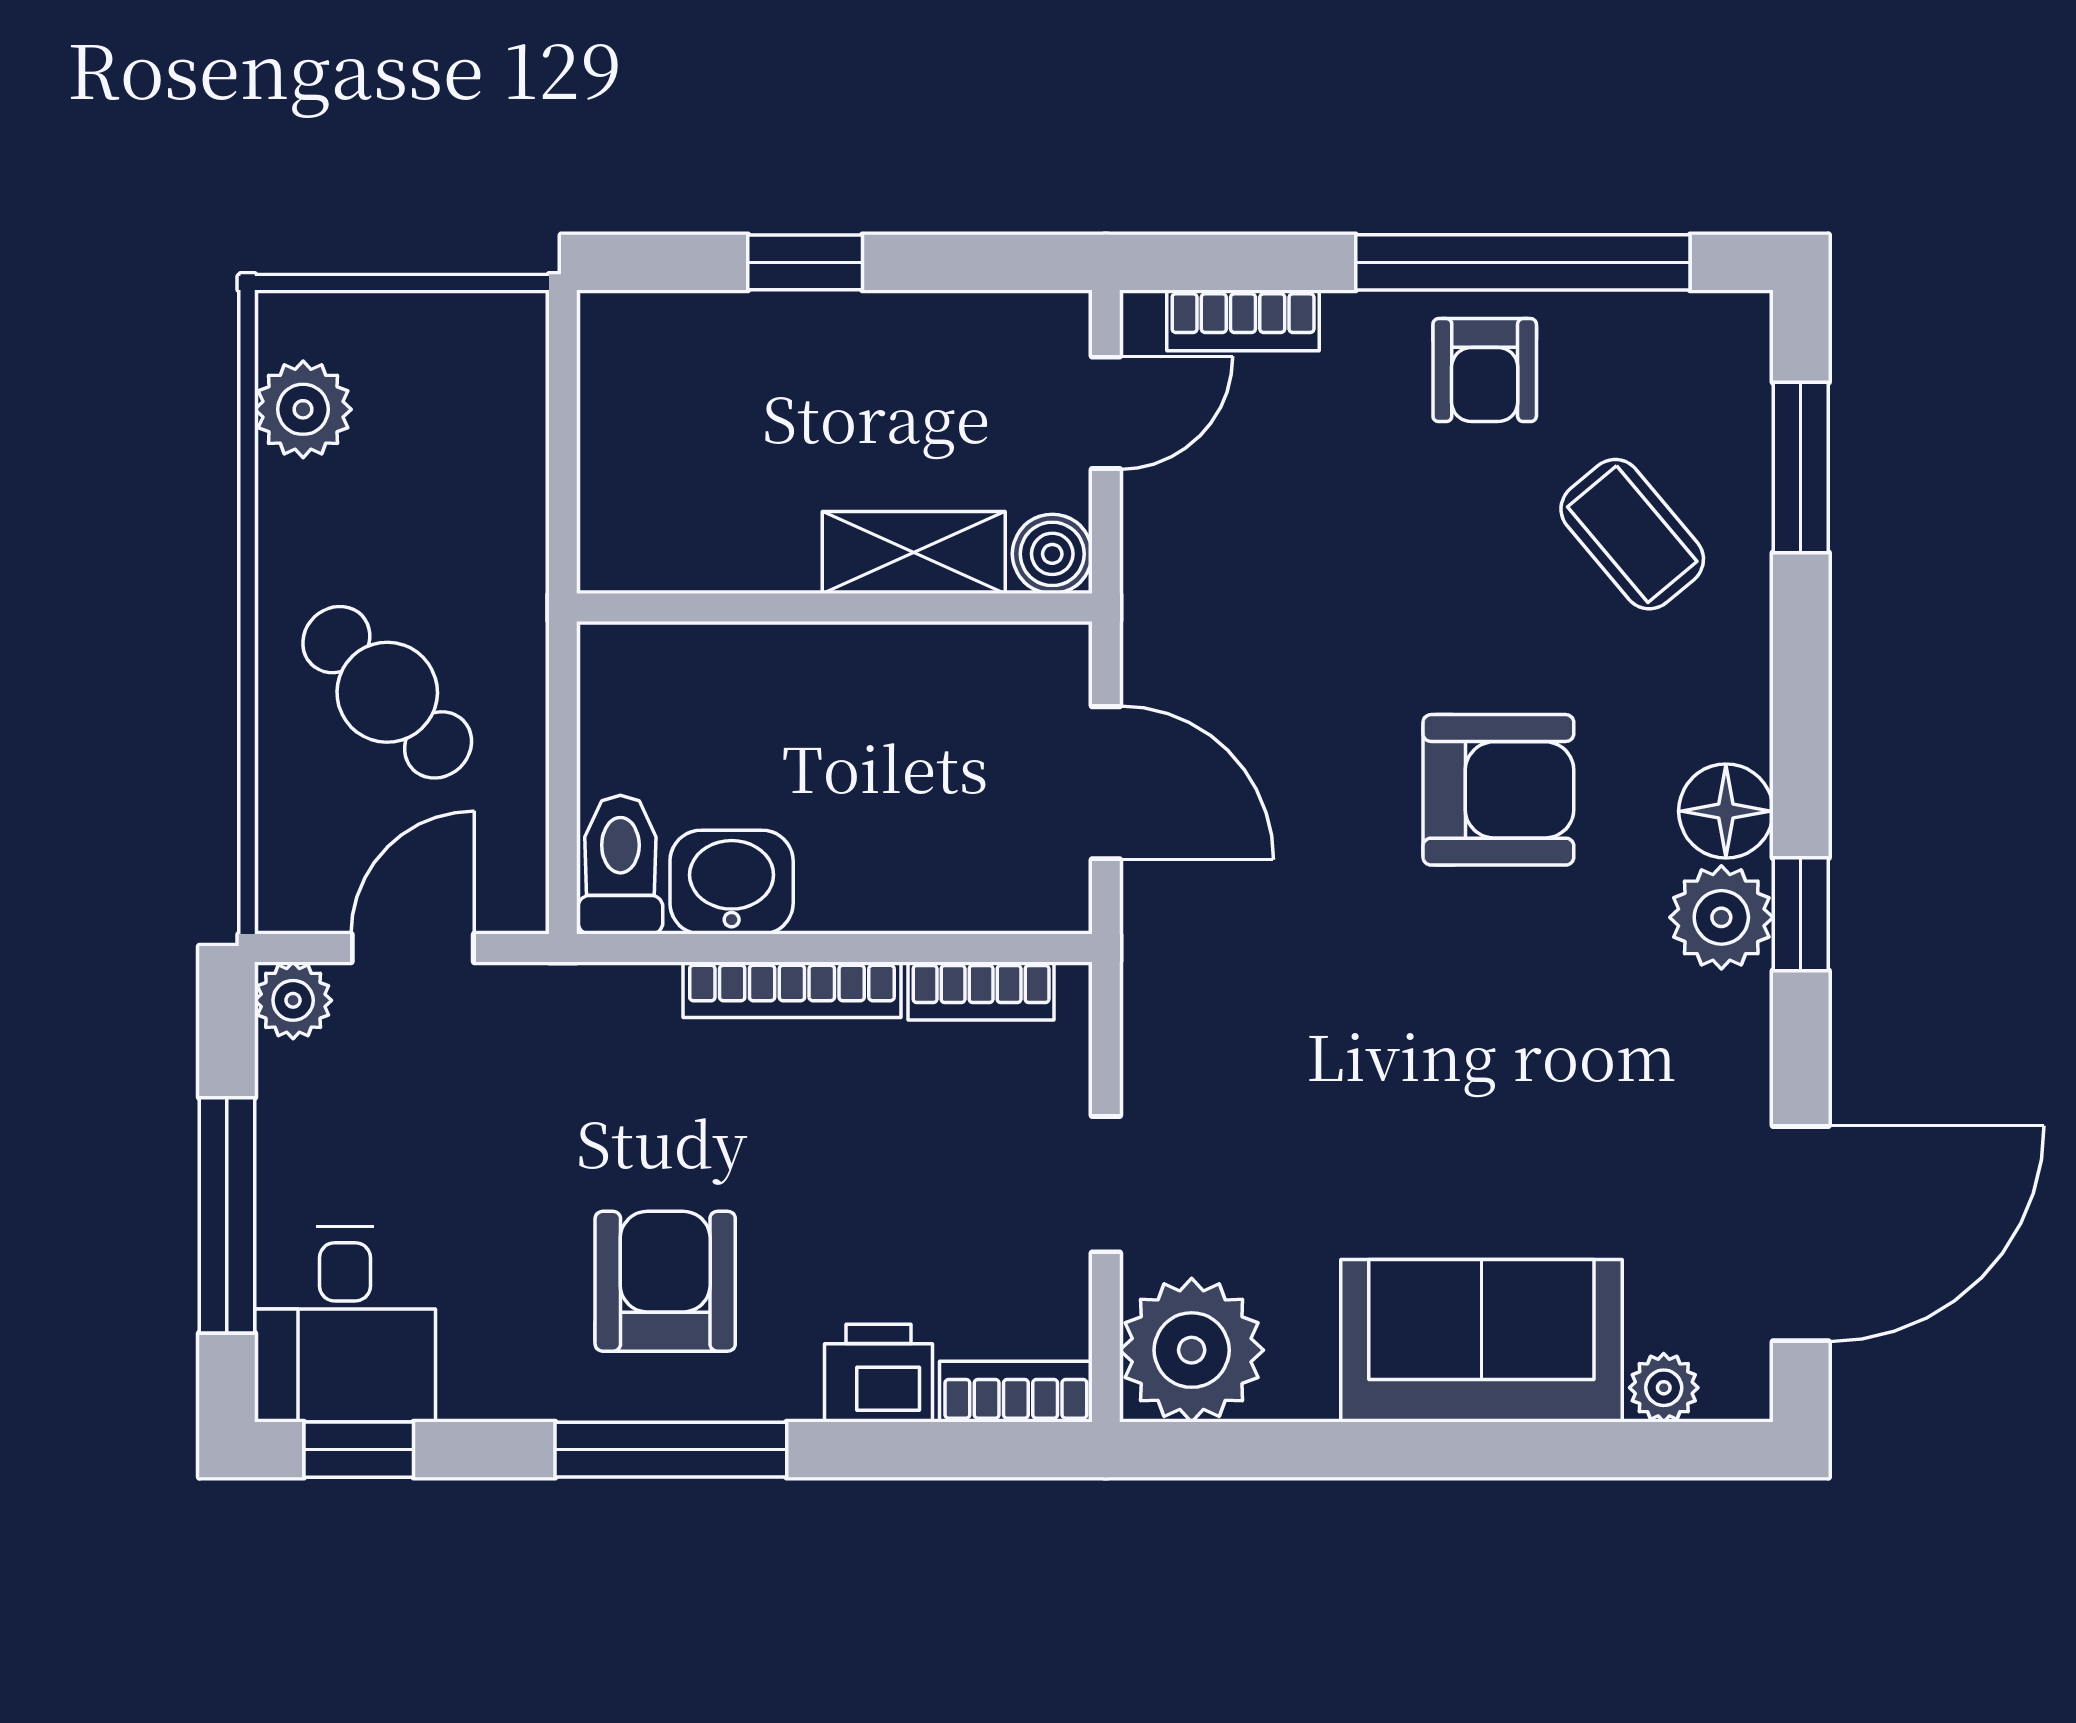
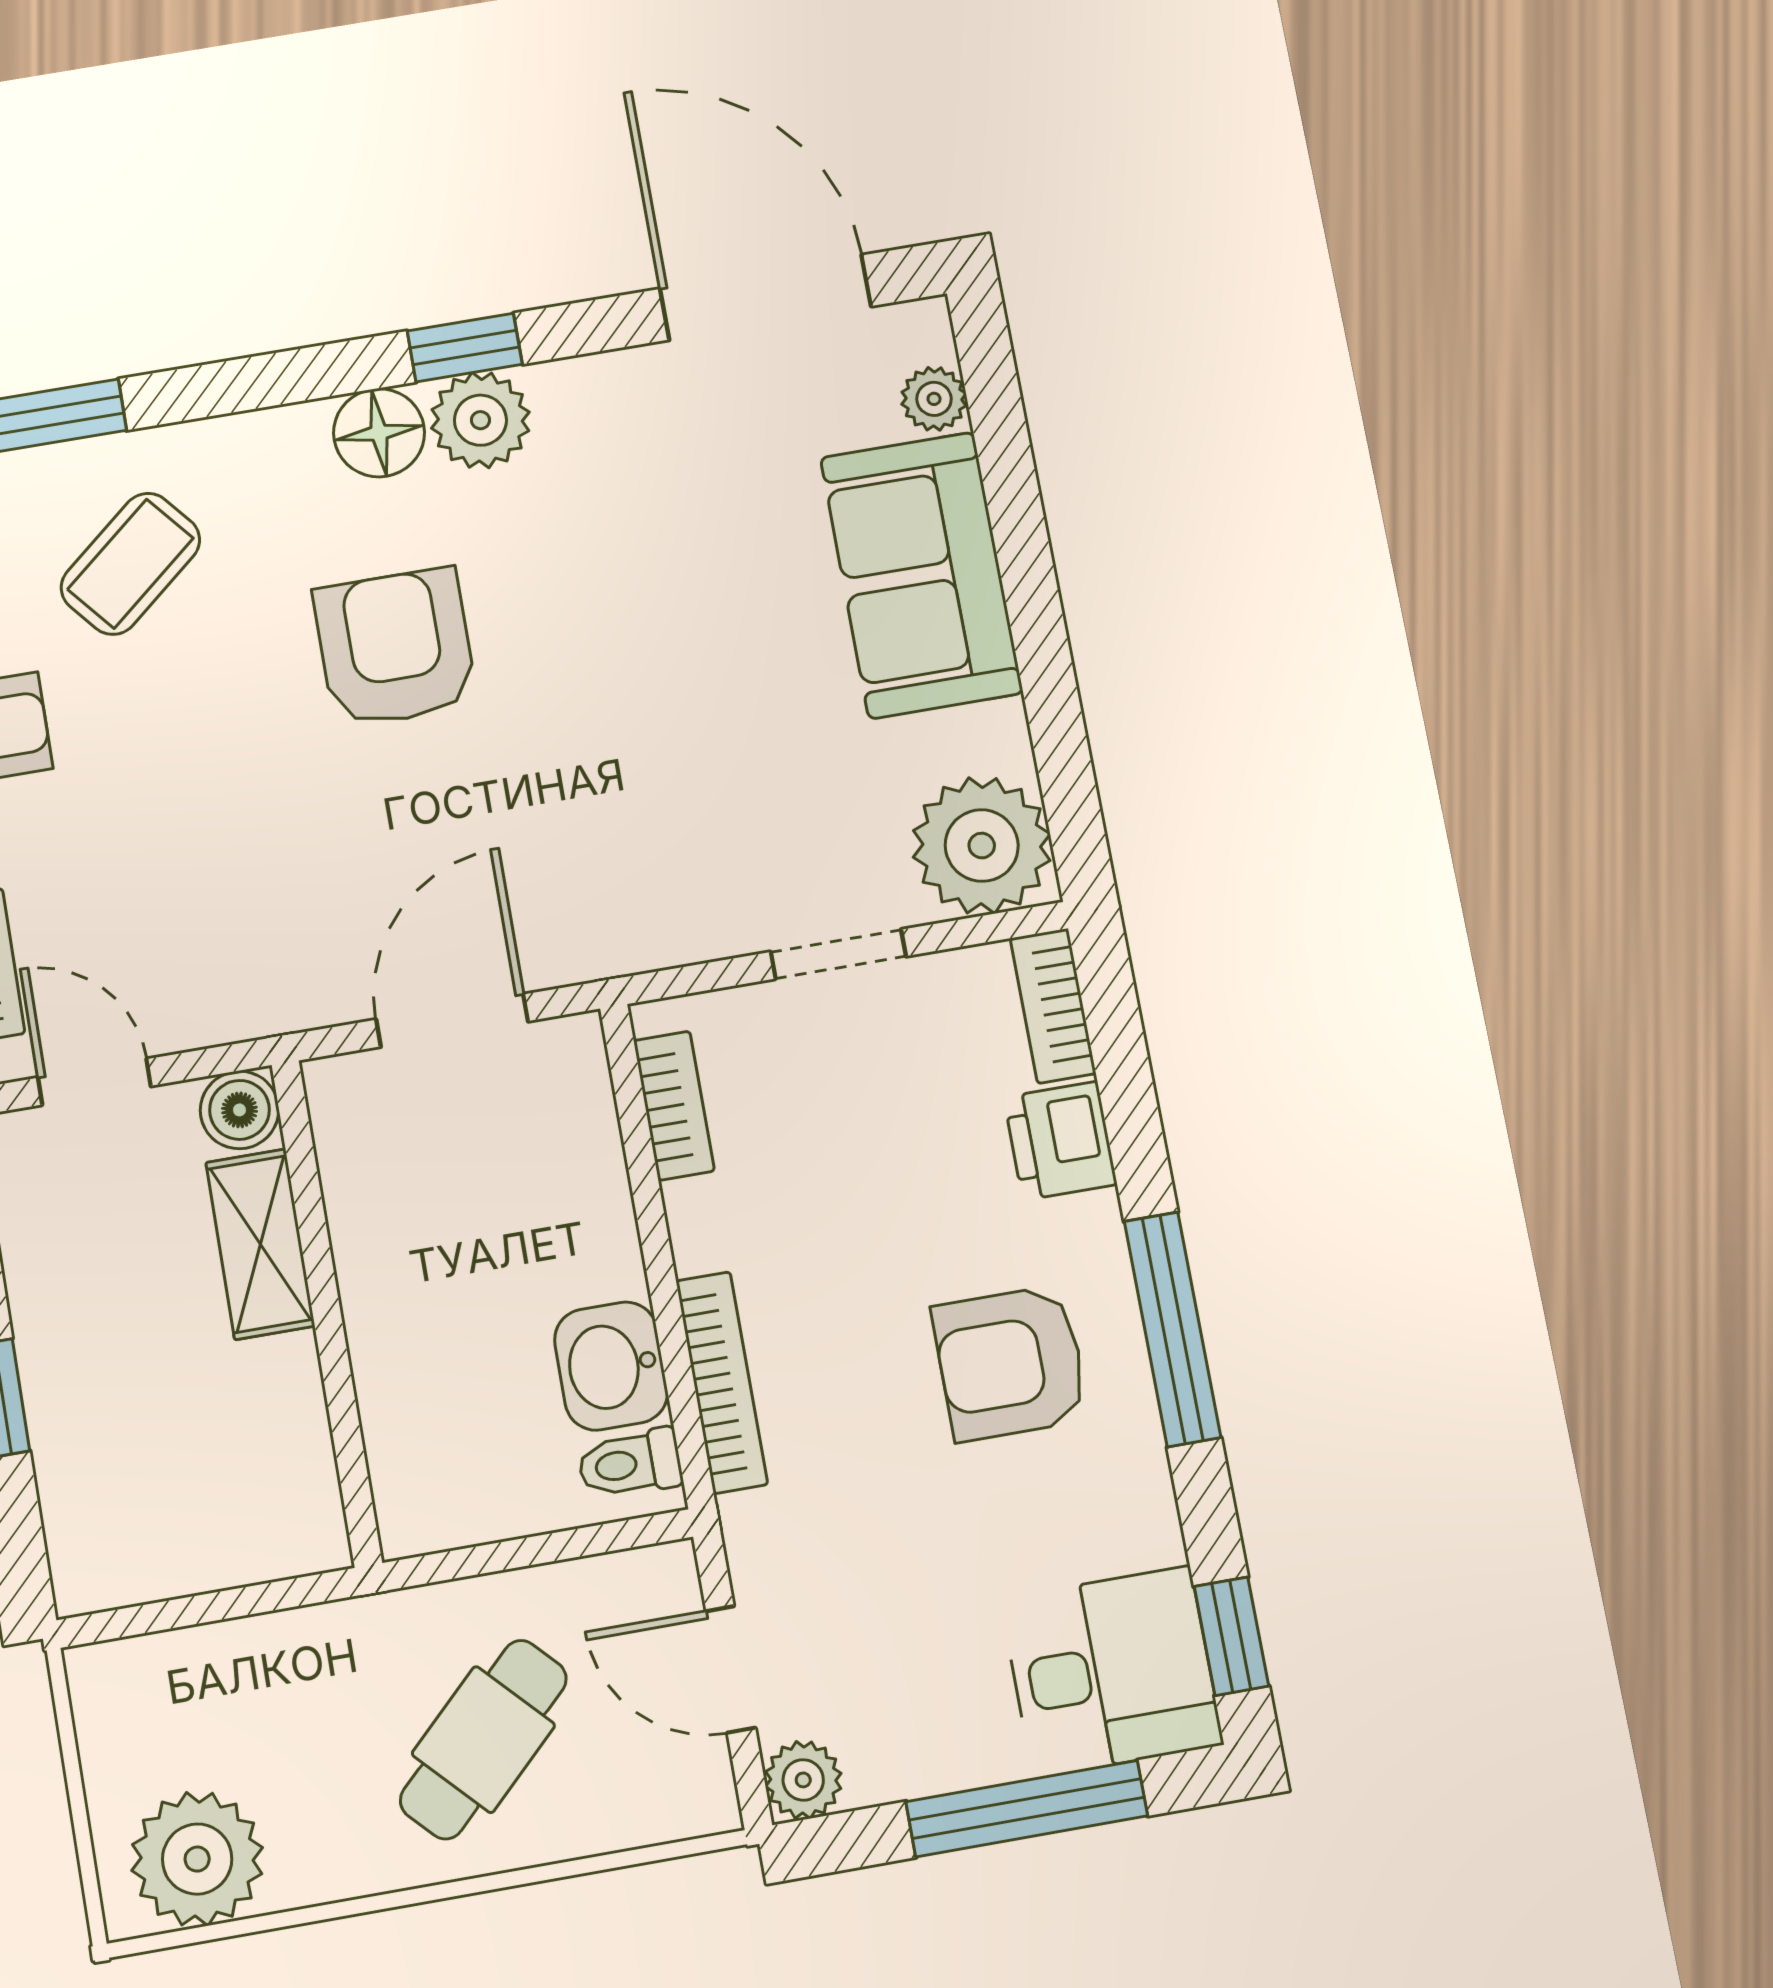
plant: (303, 409) -> (197, 1859), width x1.36, depth x1.36
toilet: (620, 865) -> (630, 1464), width x0.73, depth x0.72
bookcase: (792, 990) -> (722, 1382), moved

